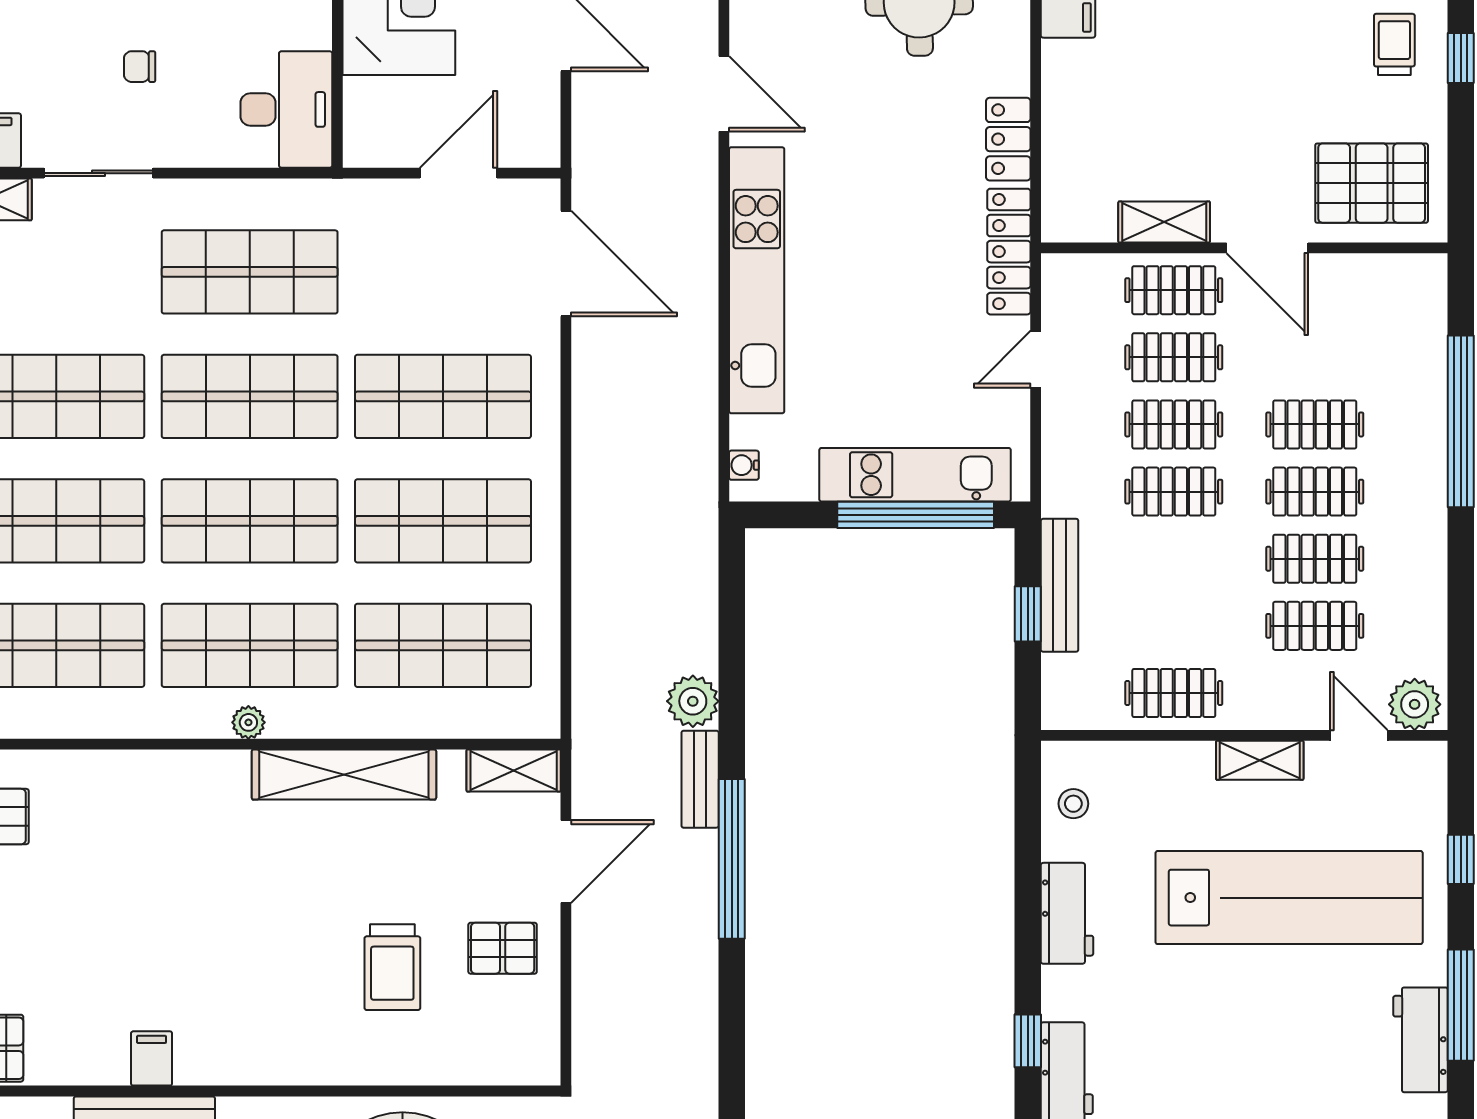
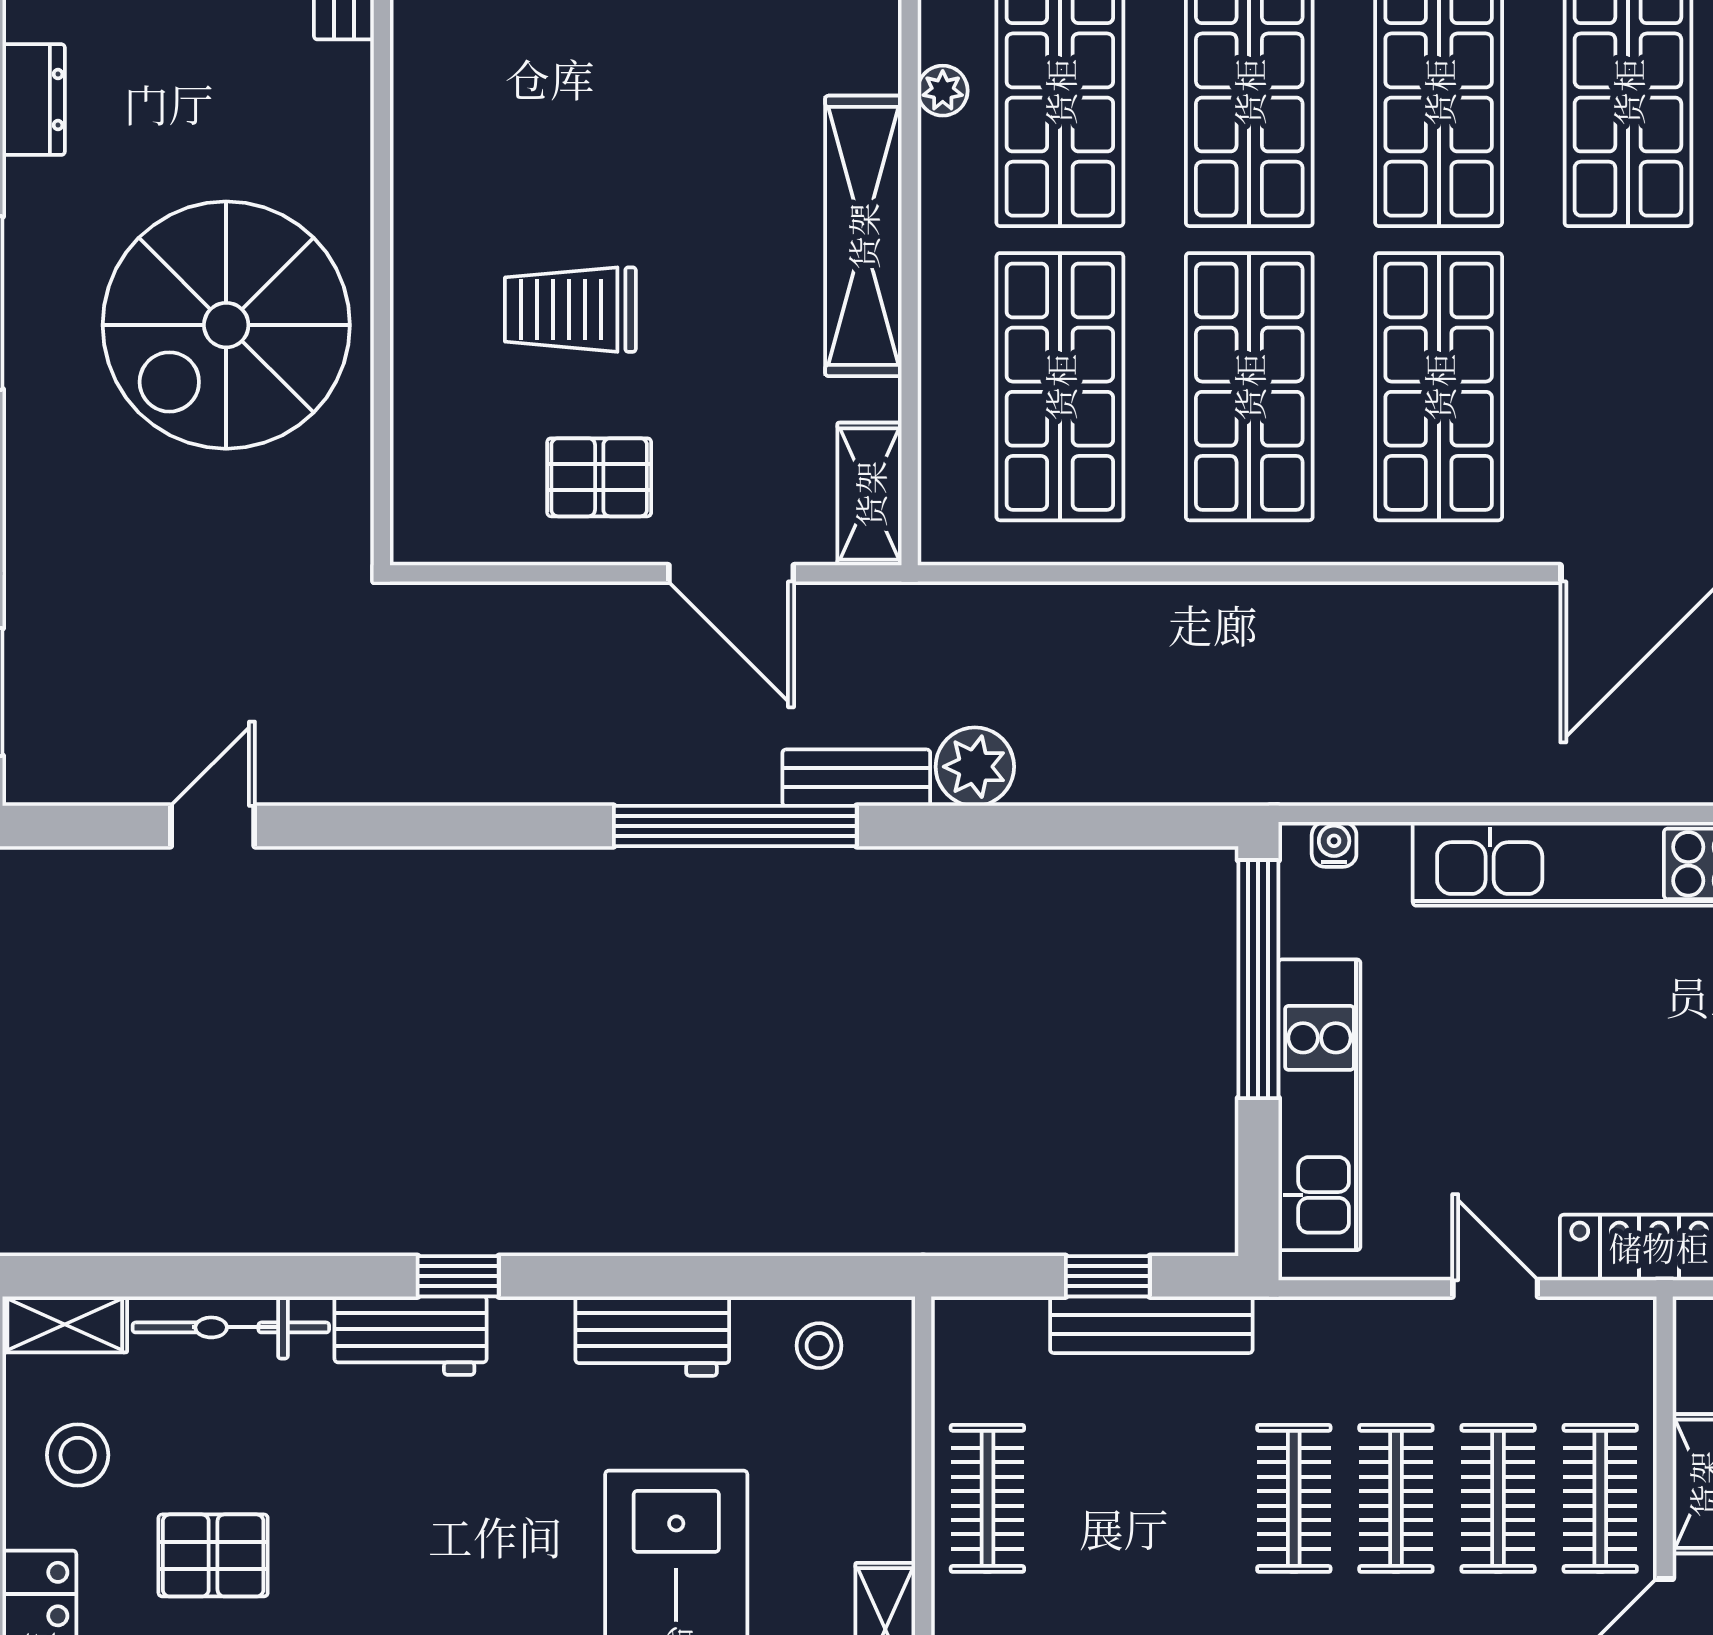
window: (916, 515) -> (1258, 979), moved
pallet: (503, 948) -> (599, 477), turned 90

